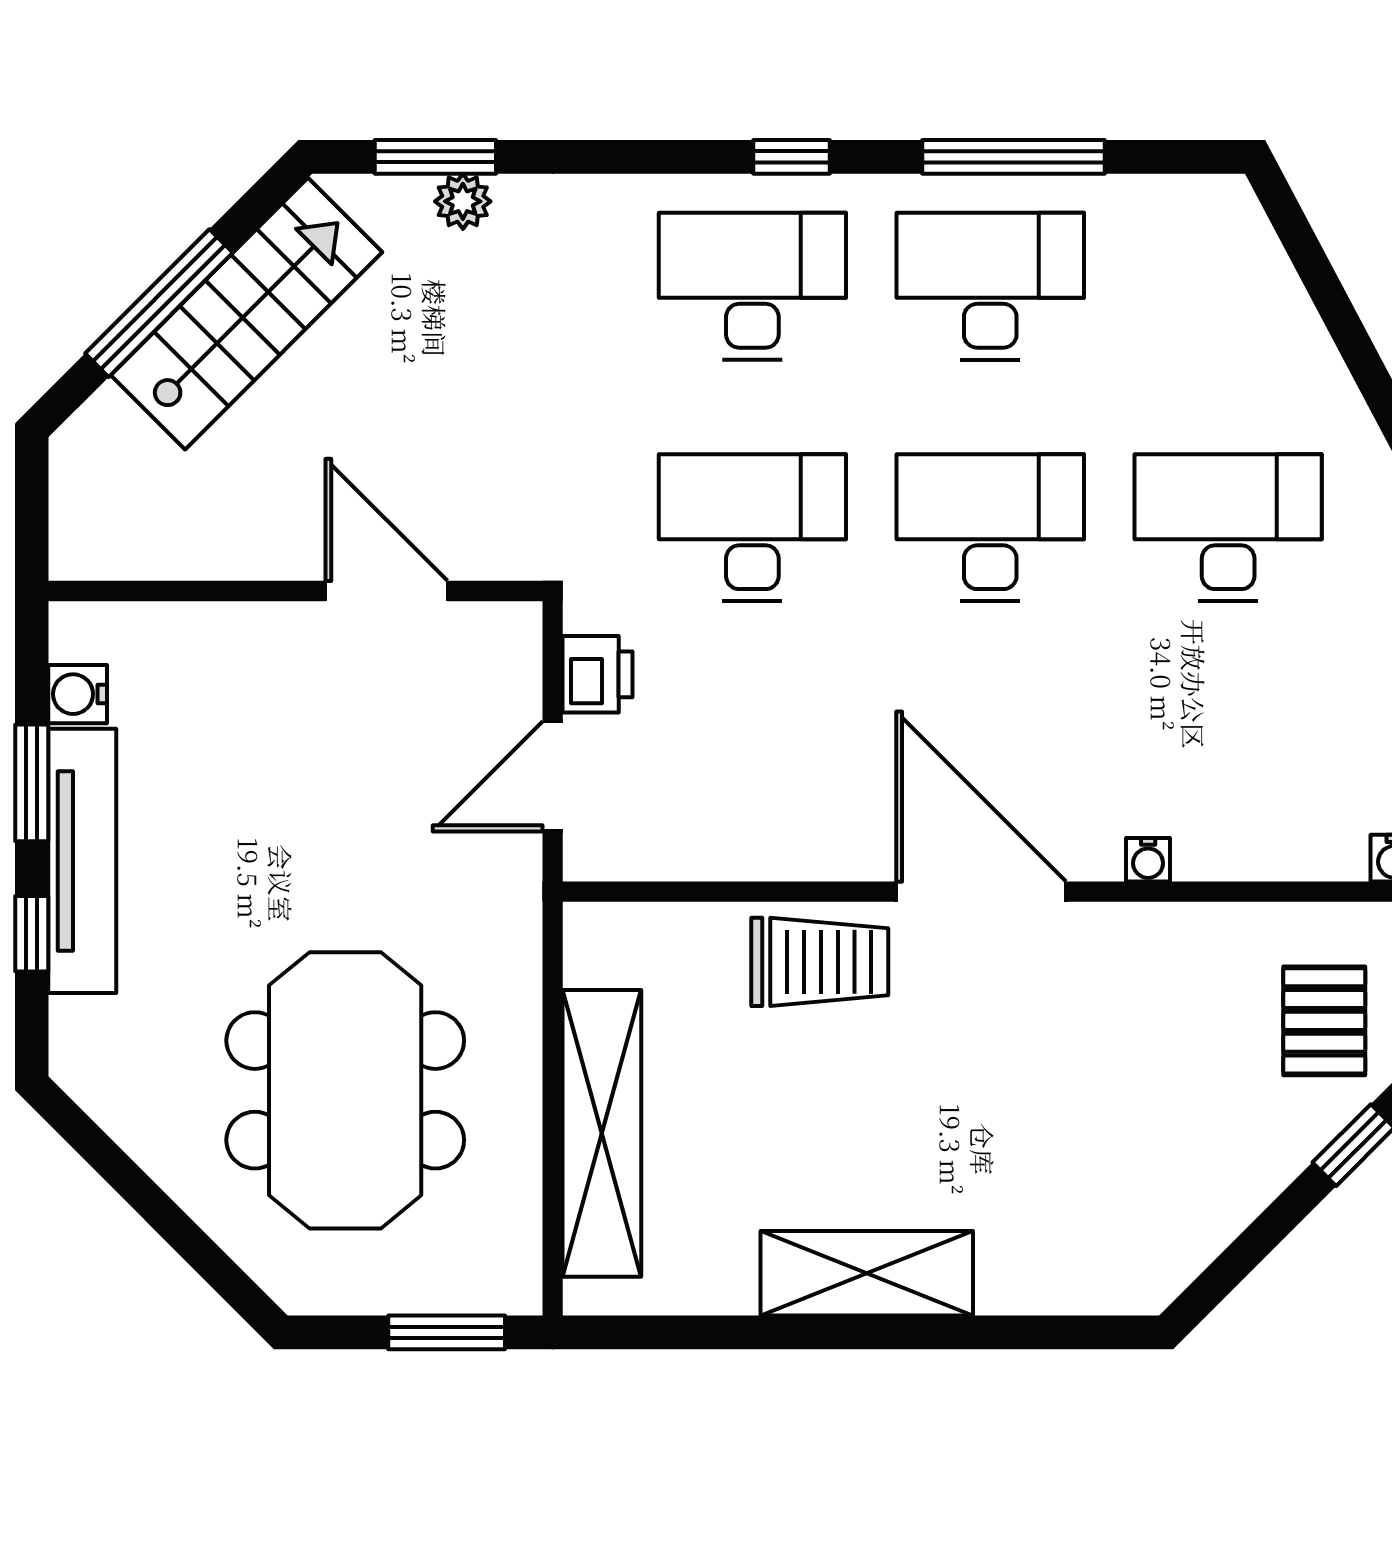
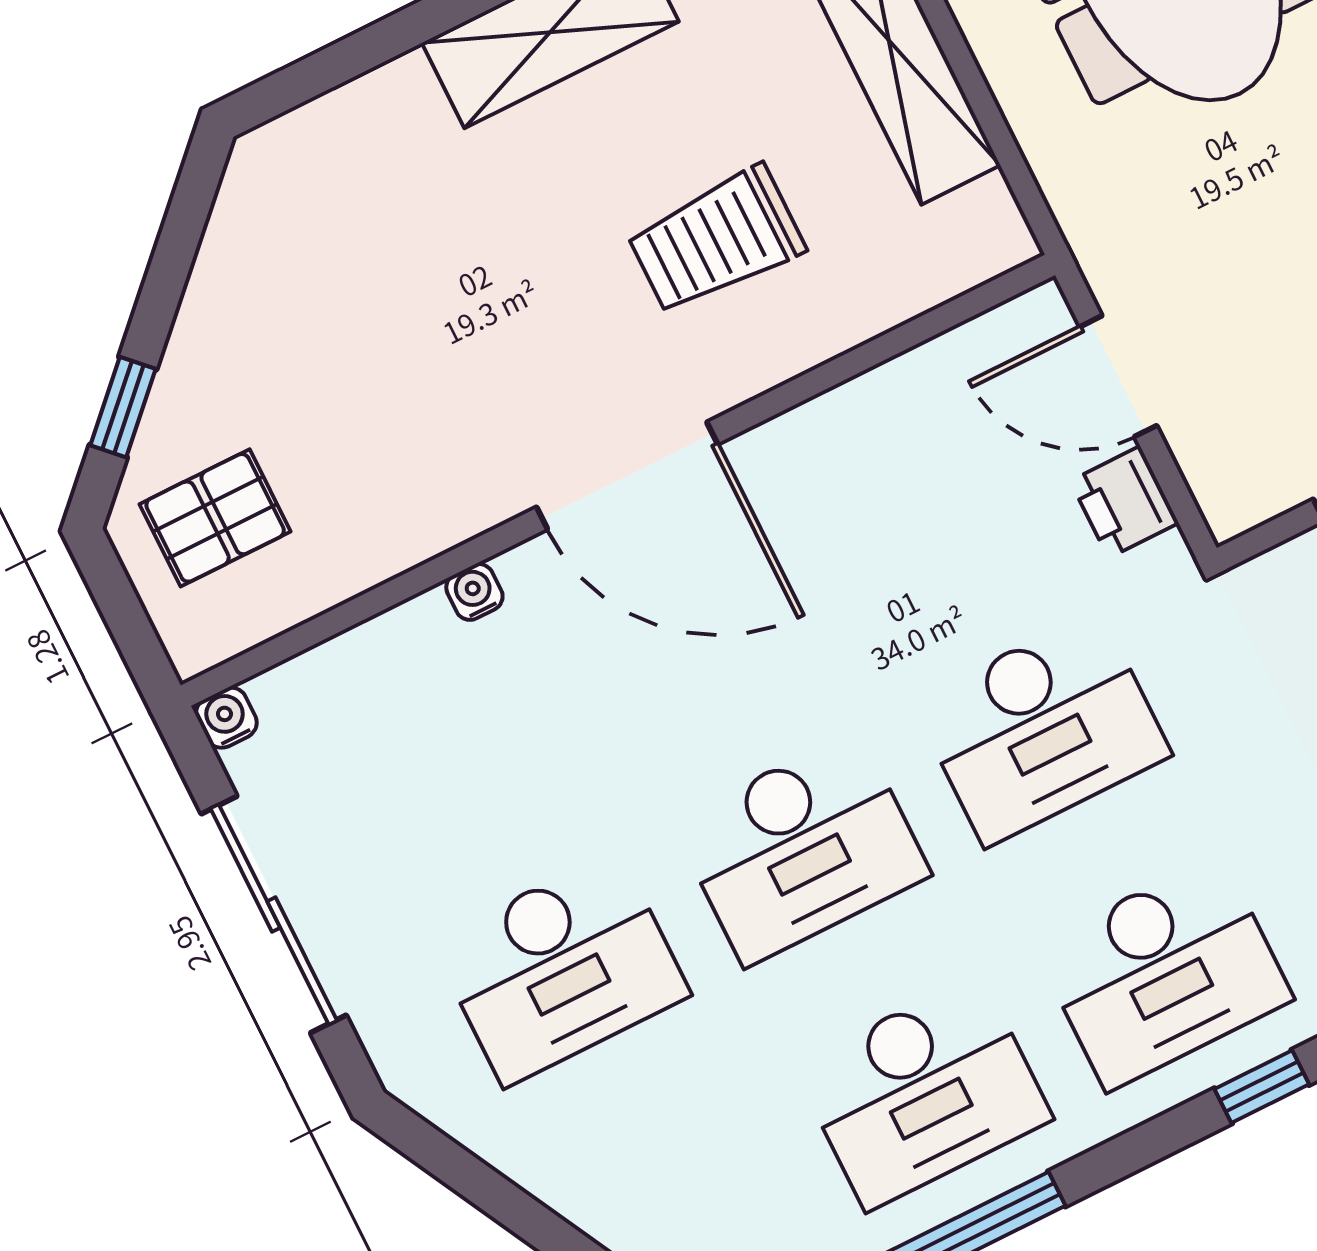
window: (792, 157) -> (1262, 1087), moved
door: (553, 776) -> (1118, 376), swing flipped
trolley: (820, 962) -> (716, 240), moved
pallet: (1324, 1021) -> (215, 518), turned 90

